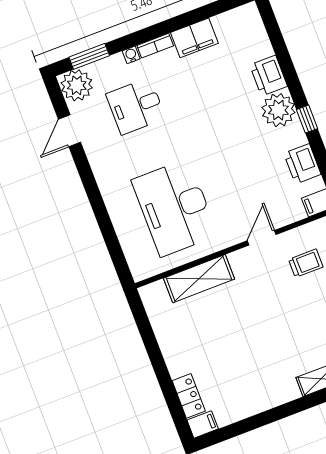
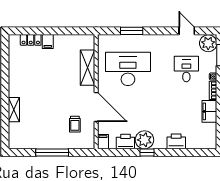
plant: (278, 110) -> (144, 140), moved
window: (106, 226) -> (132, 31), added
door: (262, 238) -> (96, 107), width x1.88
filing cabinet: (203, 424) -> (48, 42), moved

